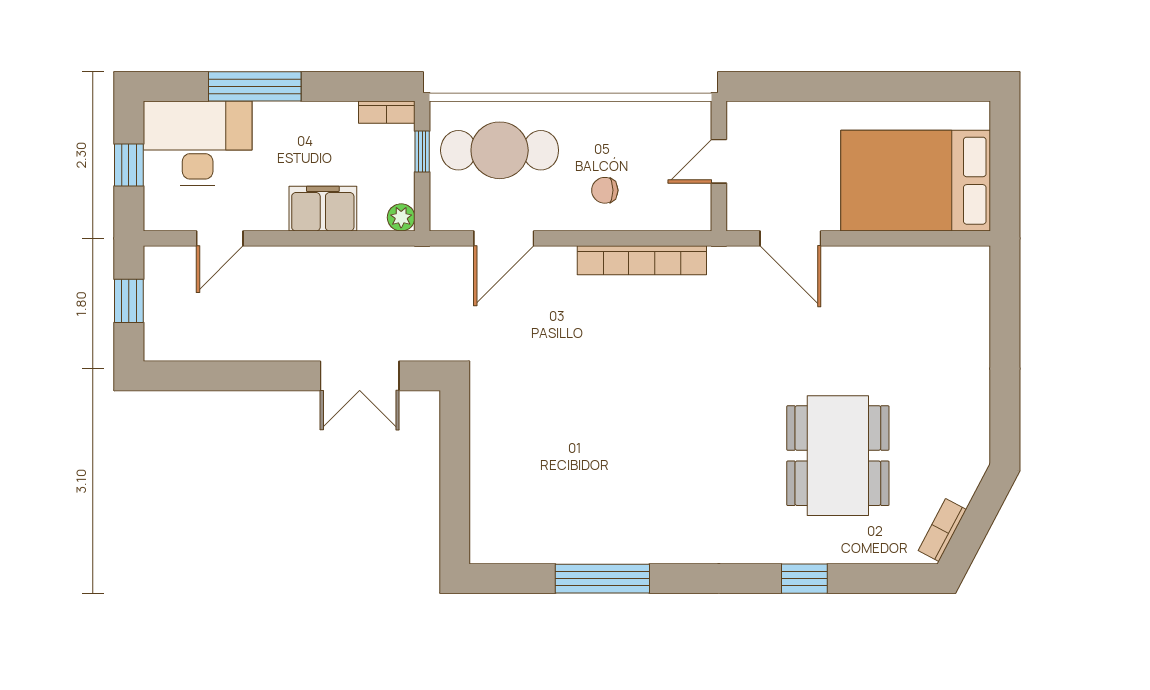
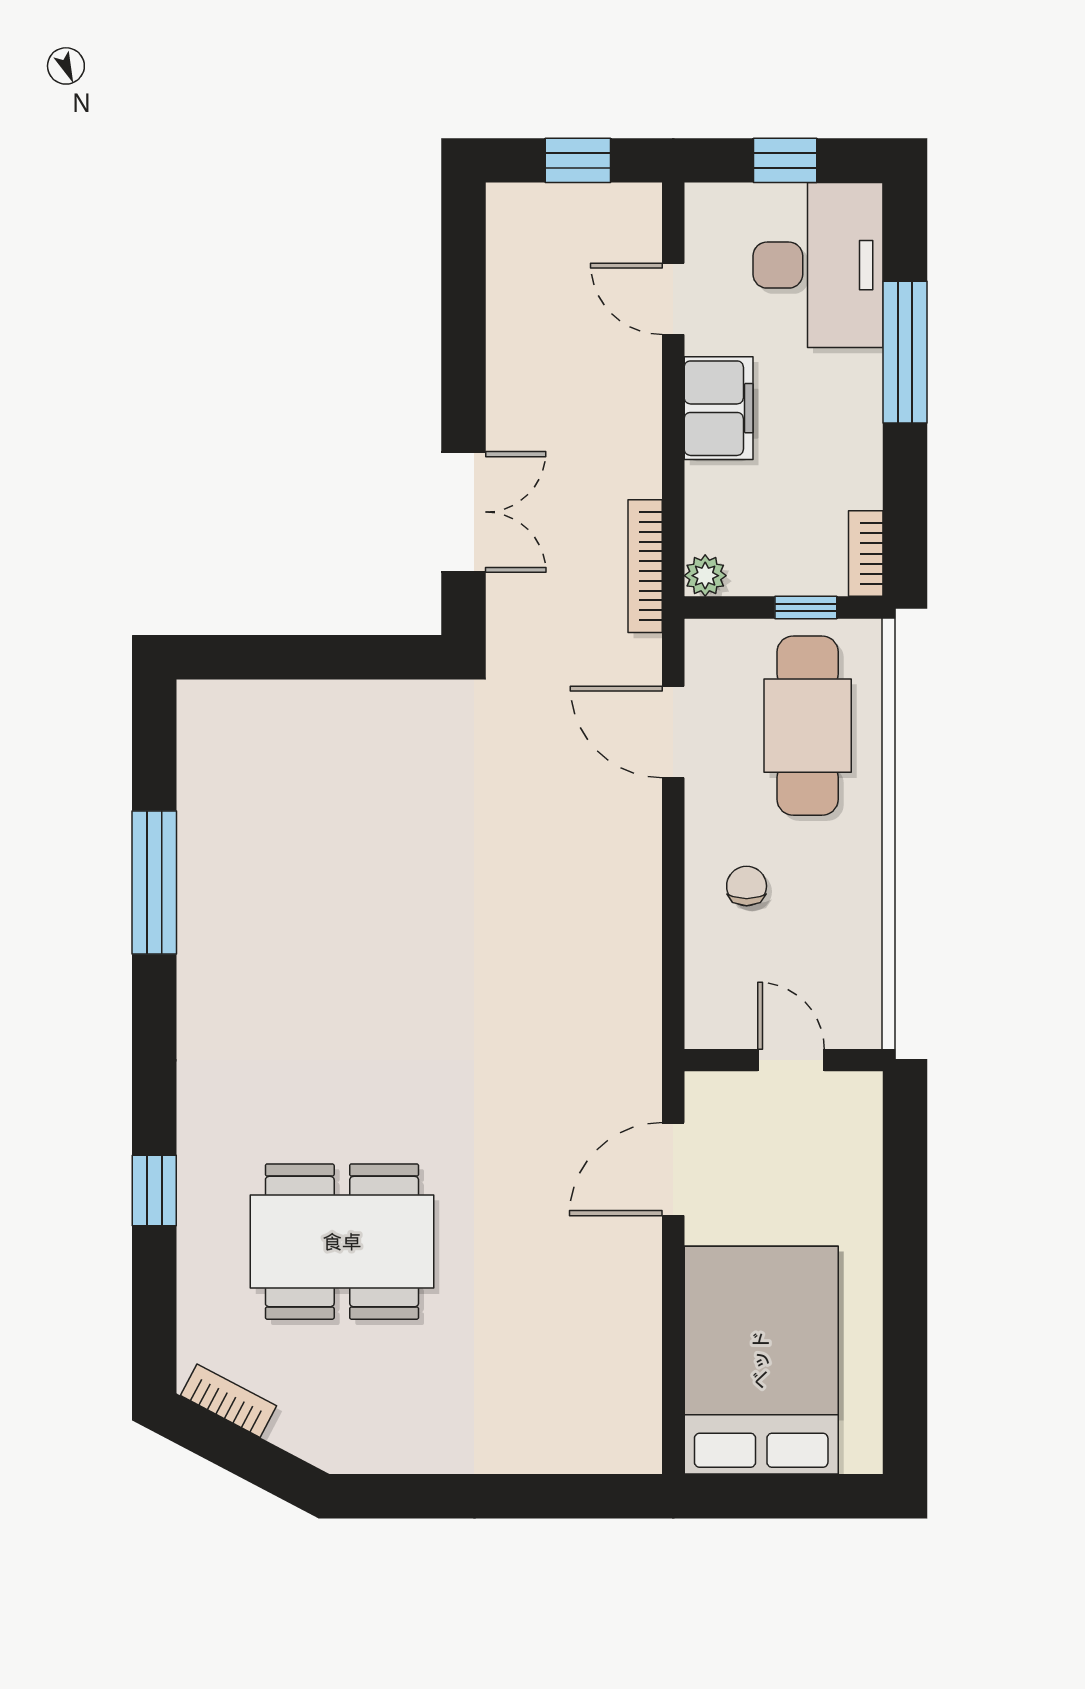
filing cabinet: (323, 209) -> (719, 408), moved
bookcase: (642, 260) -> (645, 566), moved, width x0.68, depth x0.76
double door: (360, 376) -> (463, 512), swing flipped

